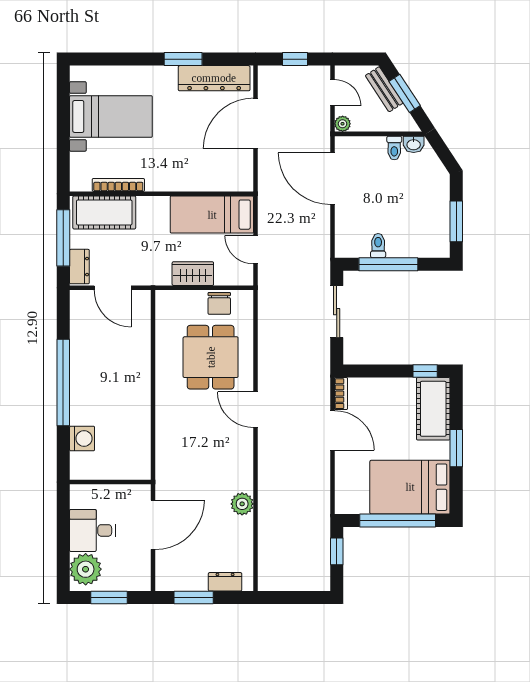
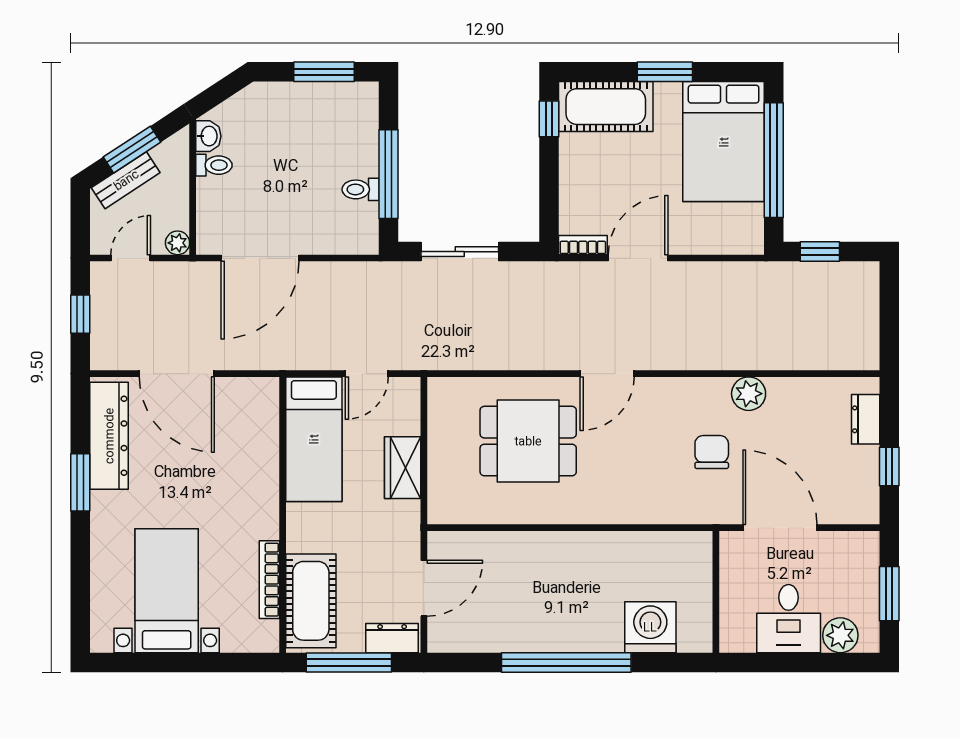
chair: (219, 303) -> (712, 452), moved, turned -90
washing machine: (82, 438) -> (650, 627), width x1.37, depth x1.37
plant: (86, 569) -> (840, 635), width x0.73, depth x0.73
window: (194, 597) -> (889, 466), width x0.67

